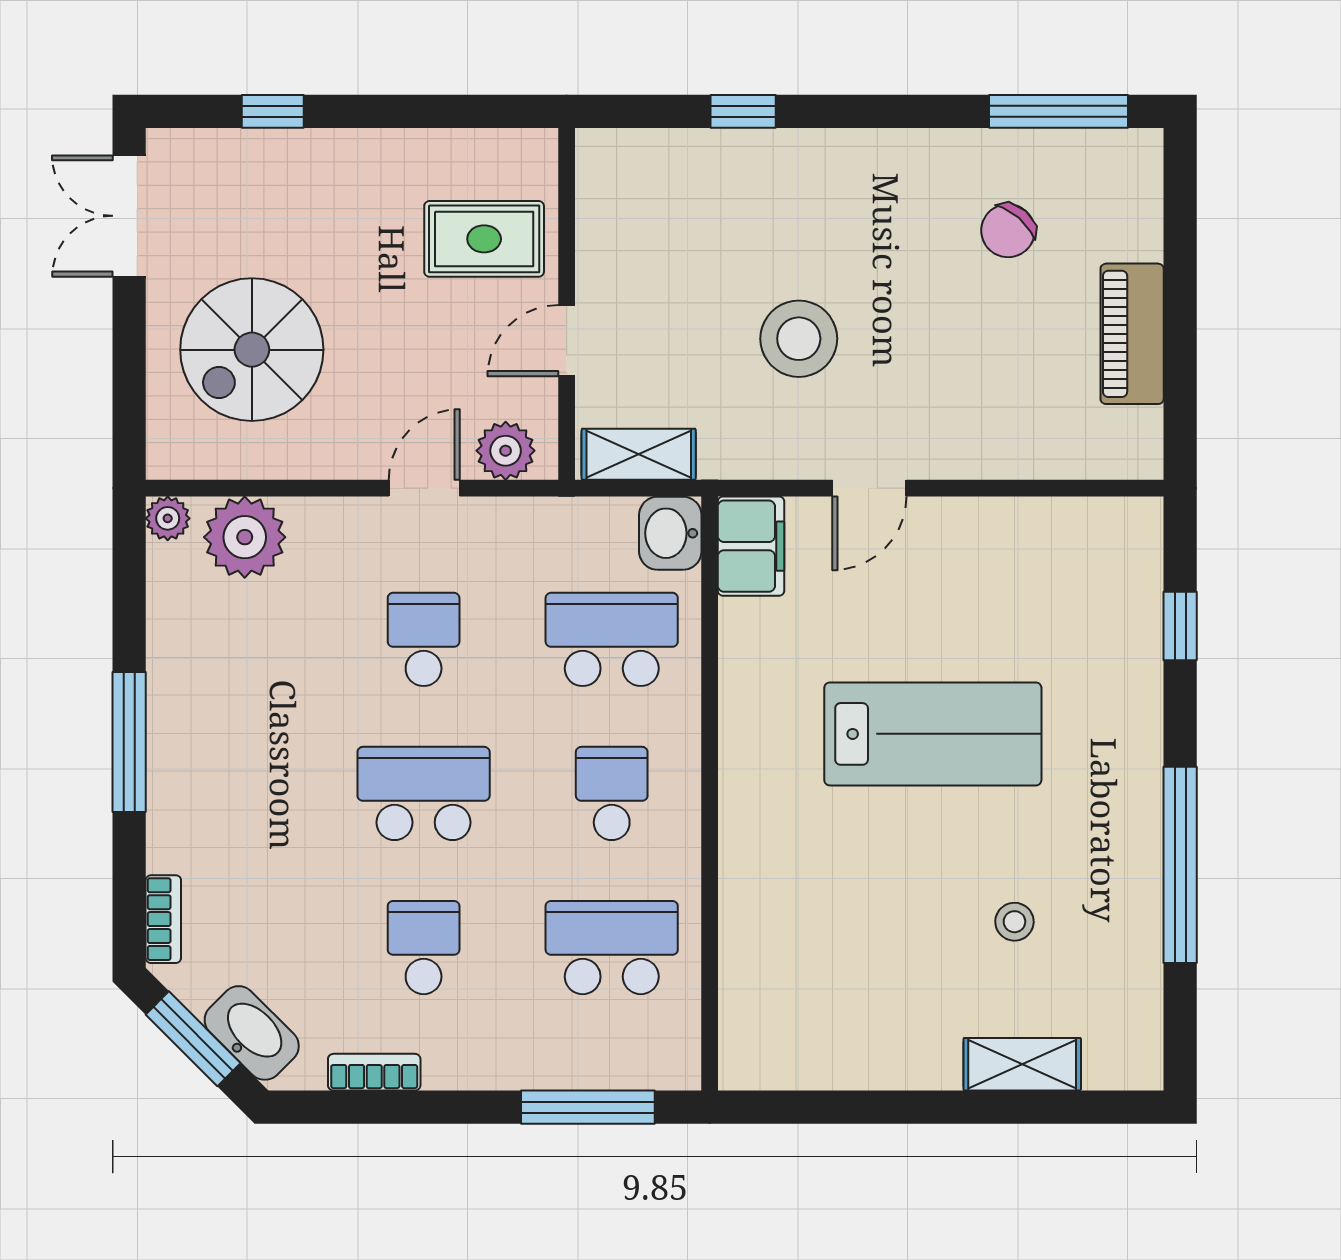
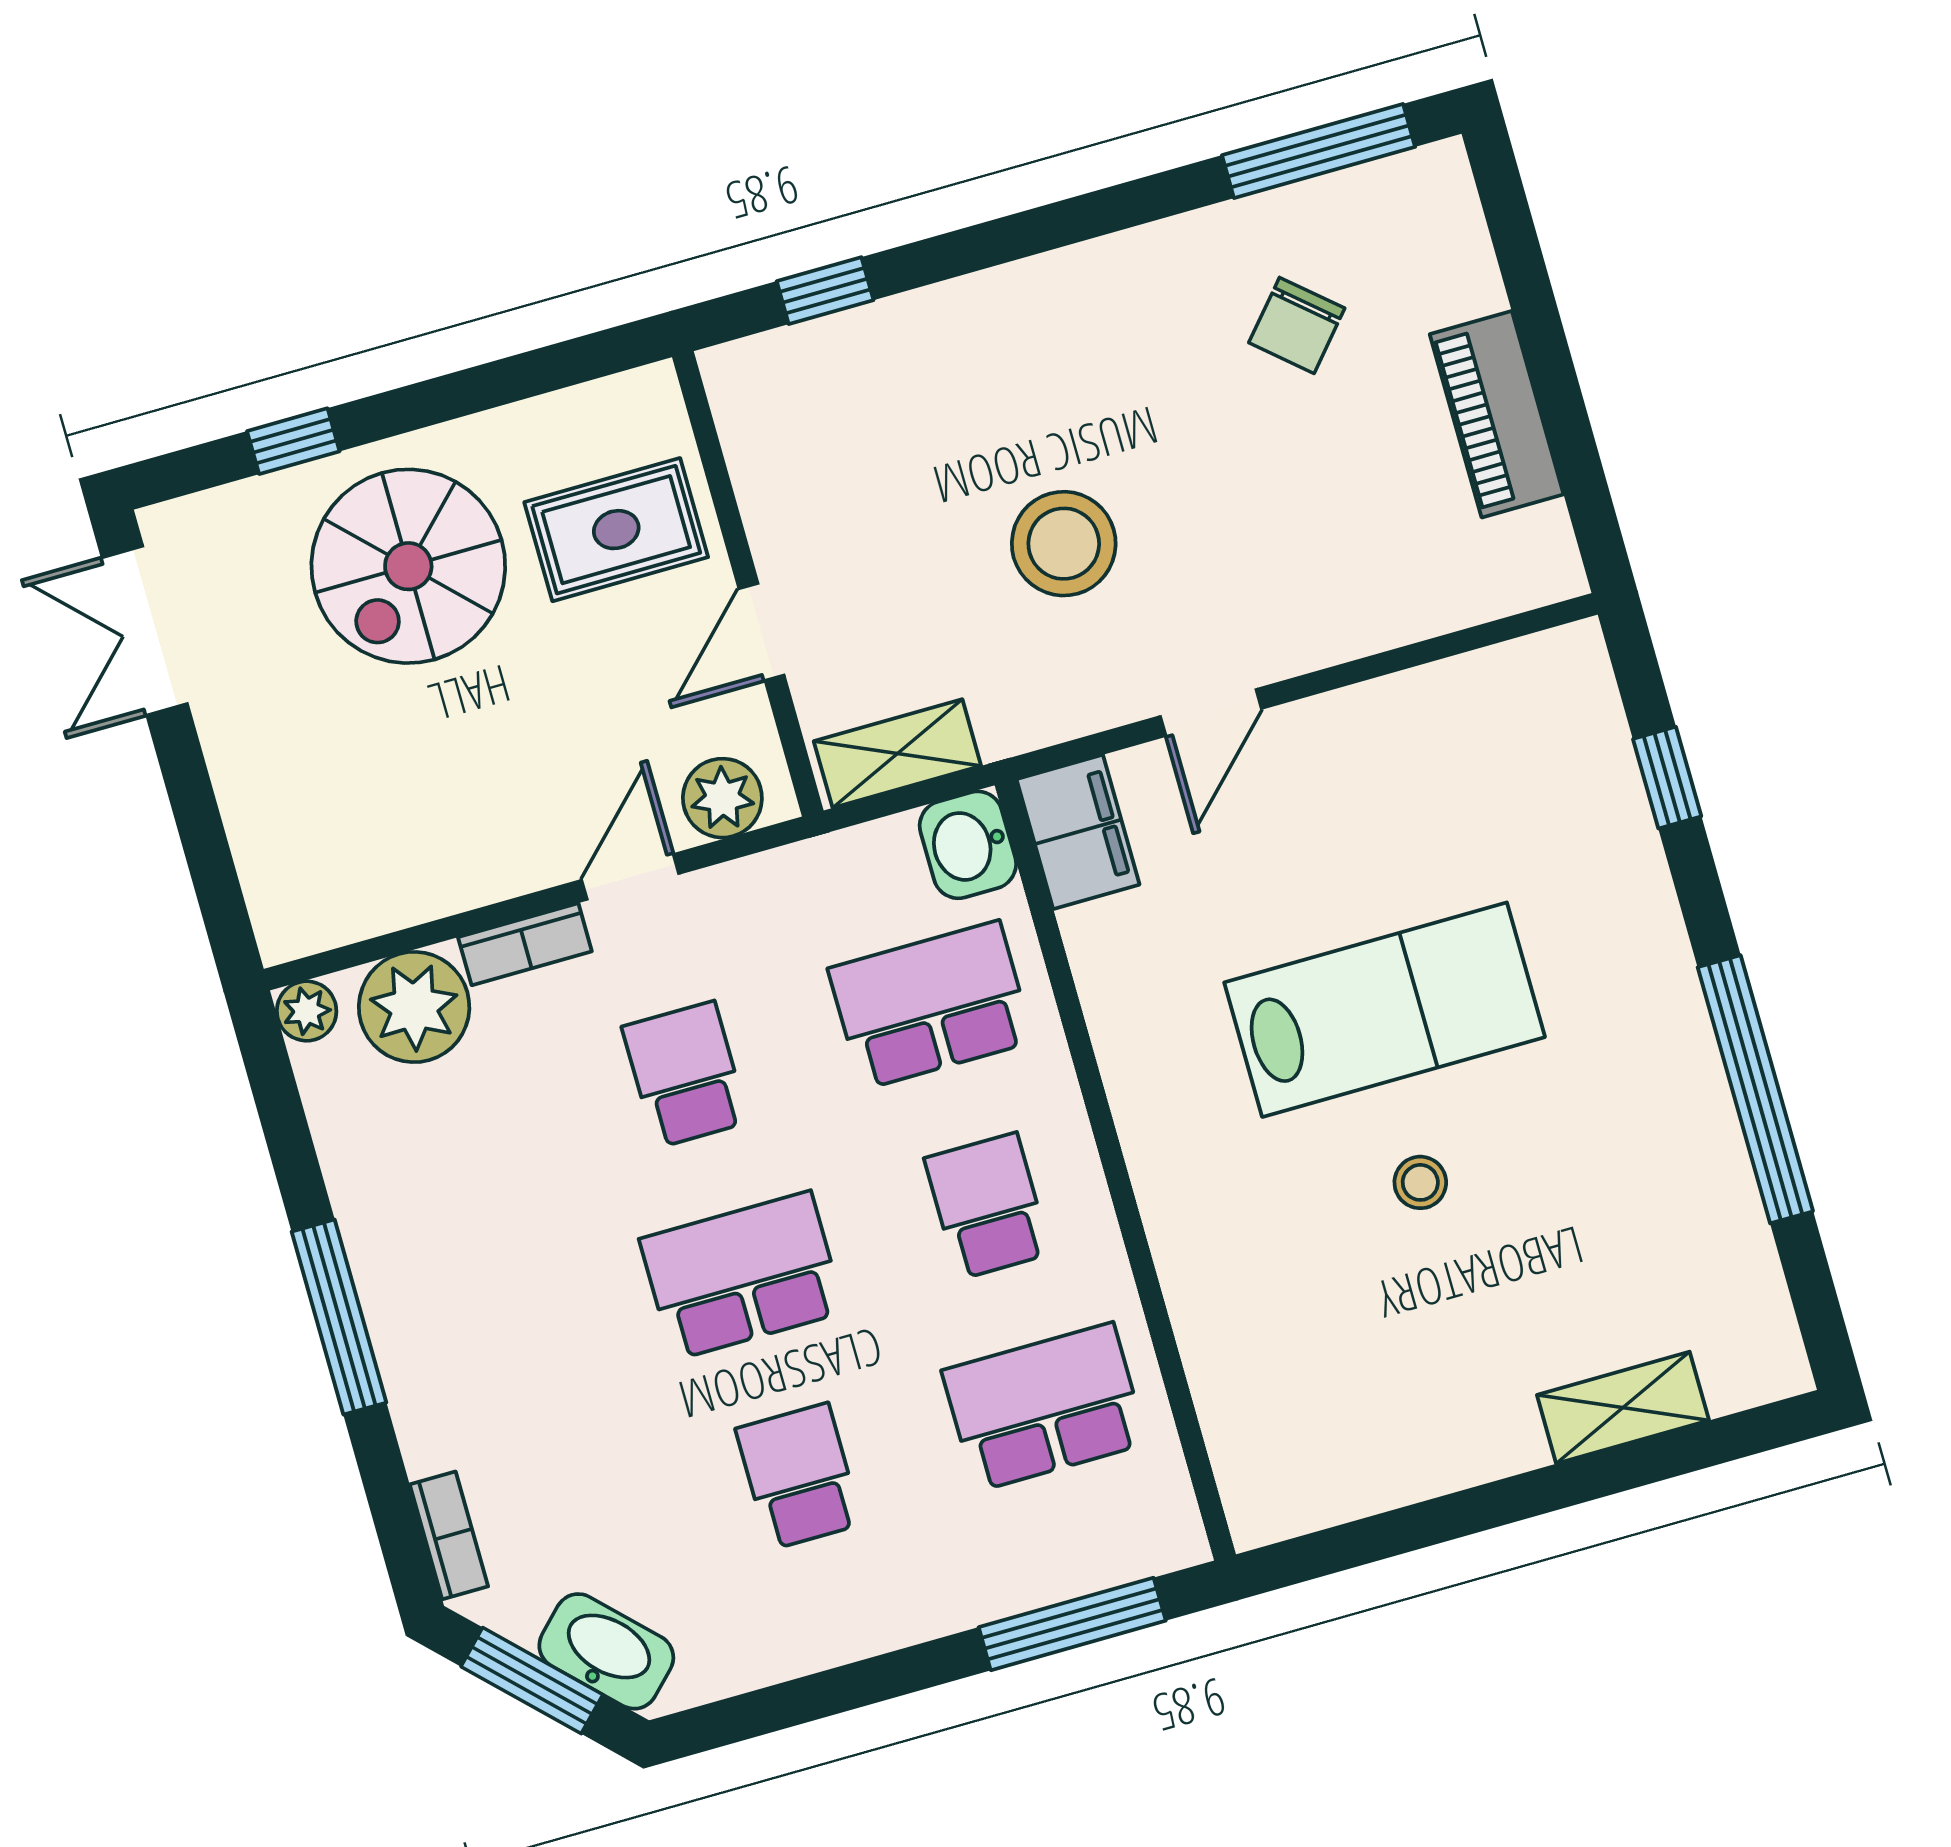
window: (743, 111) -> (825, 291), moved
spiral stairs: (252, 350) -> (408, 566), moved
stool: (1014, 922) -> (1420, 1182), moved
bookcase: (374, 1072) -> (525, 944), moved, turned 180

